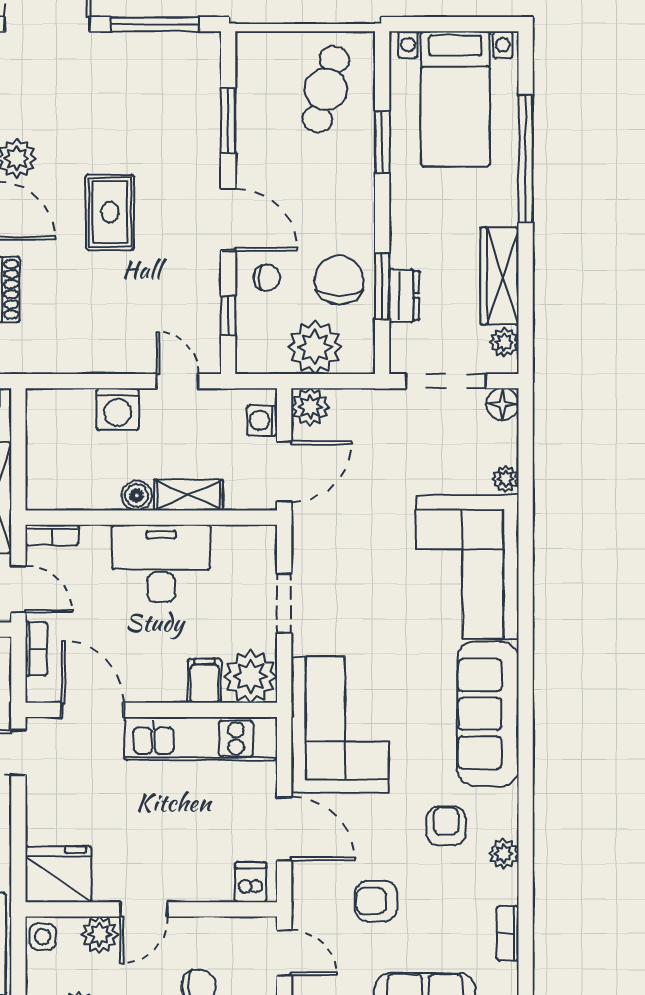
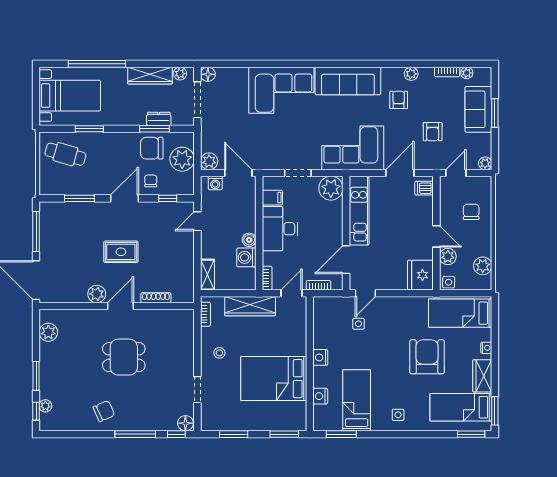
washing machine: (118, 409) -> (246, 257), moved, turned 180
plant: (505, 479) -> (467, 73), moved
shelving: (189, 495) -> (208, 275), moved
filing cabinet: (204, 681) -> (272, 198), moved, turned 180
armchair: (446, 826) -> (399, 100), turned 90

